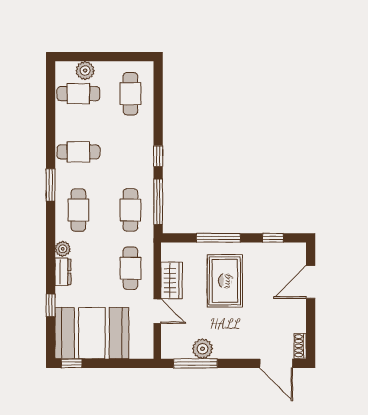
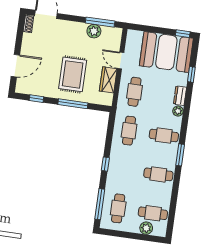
window: (158, 202) -> (100, 204), moved
cafe table: (78, 210) -> (164, 136), turned 90

